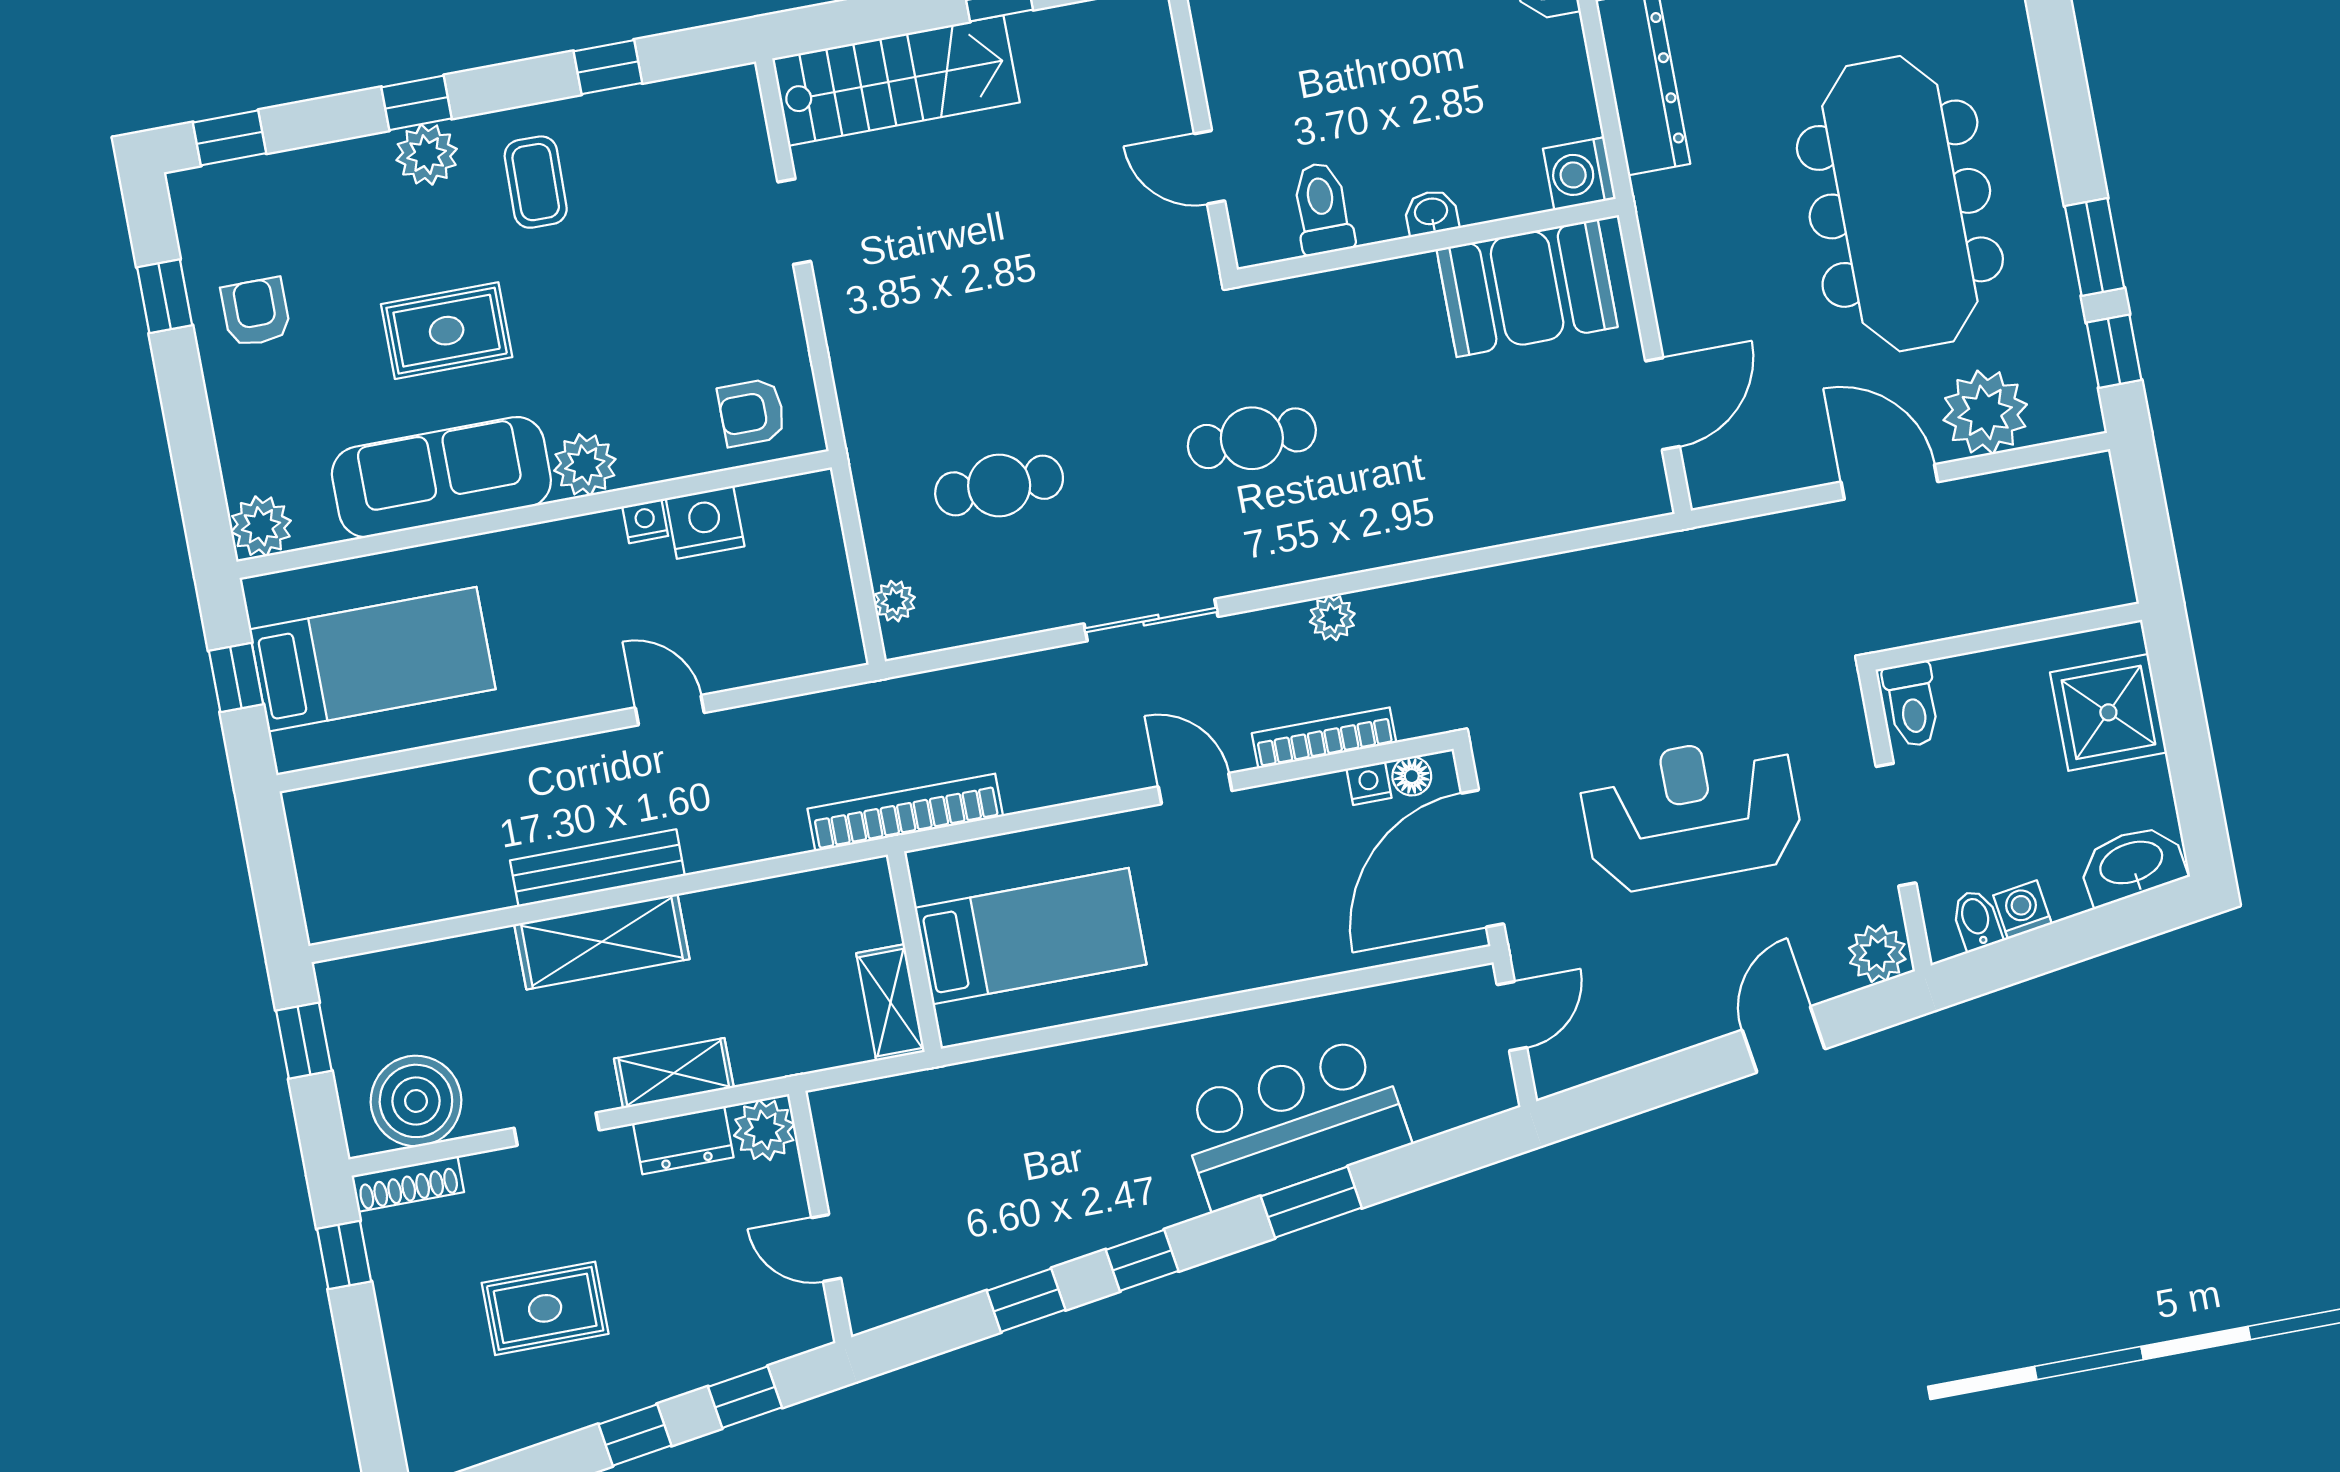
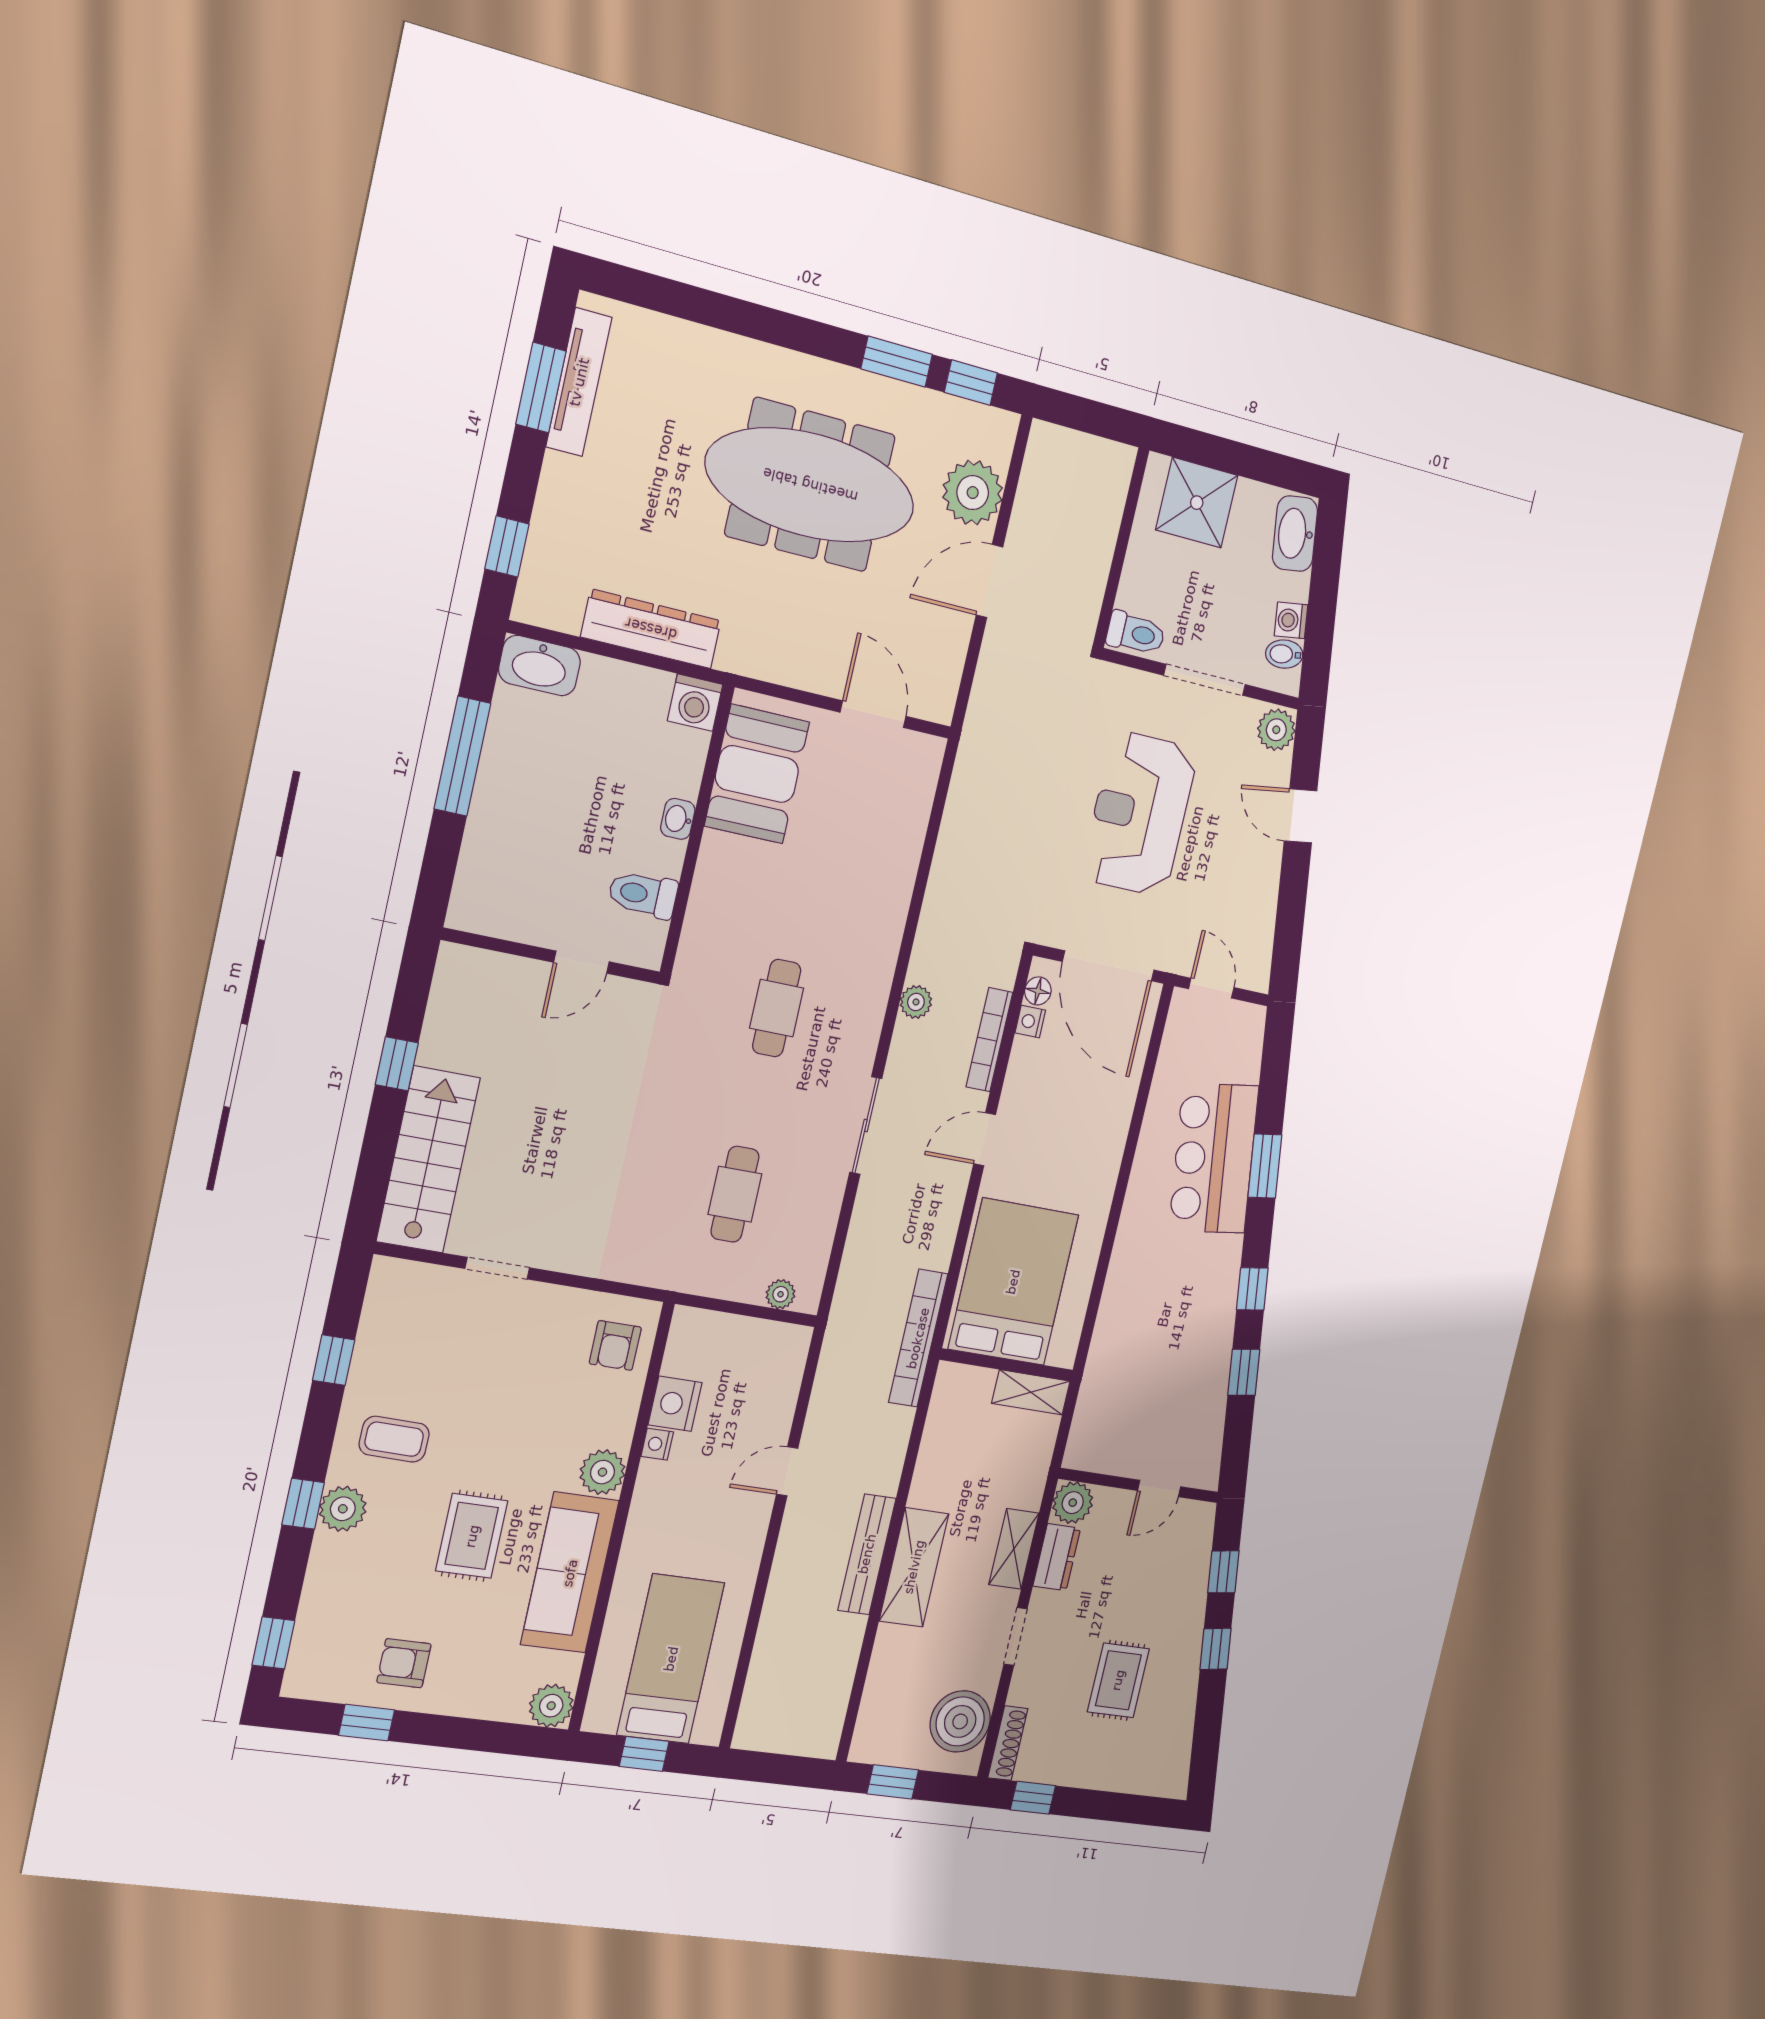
bed: (1031, 936) -> (1013, 1282), width x1.50

